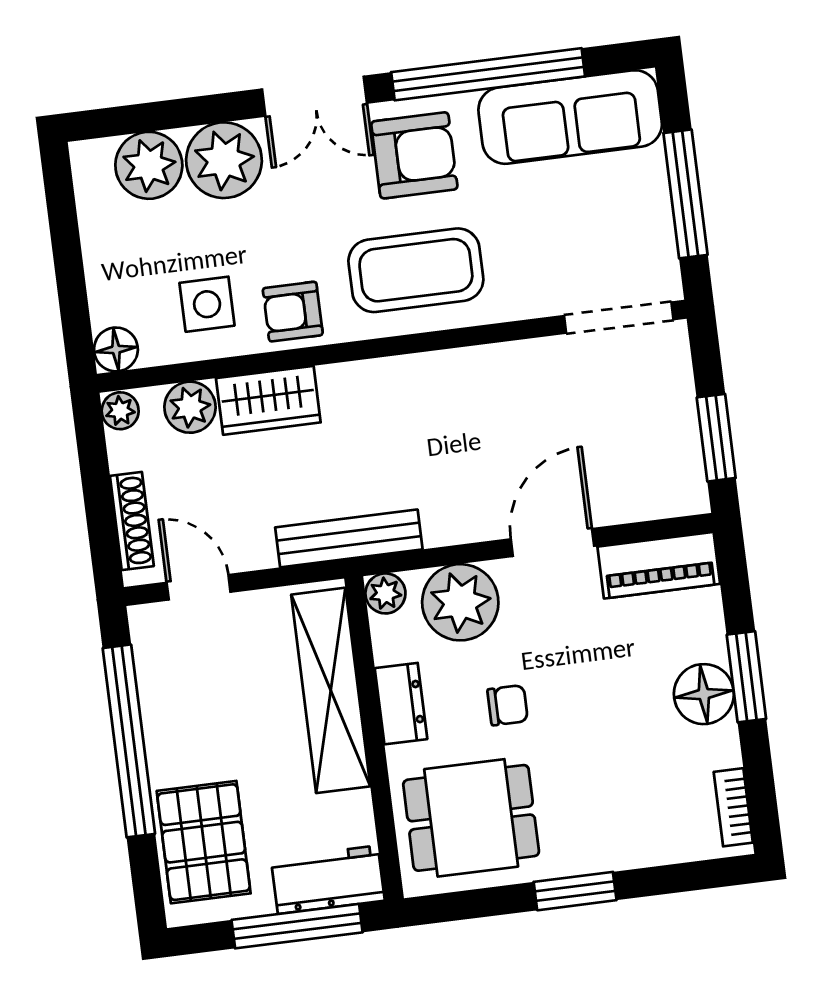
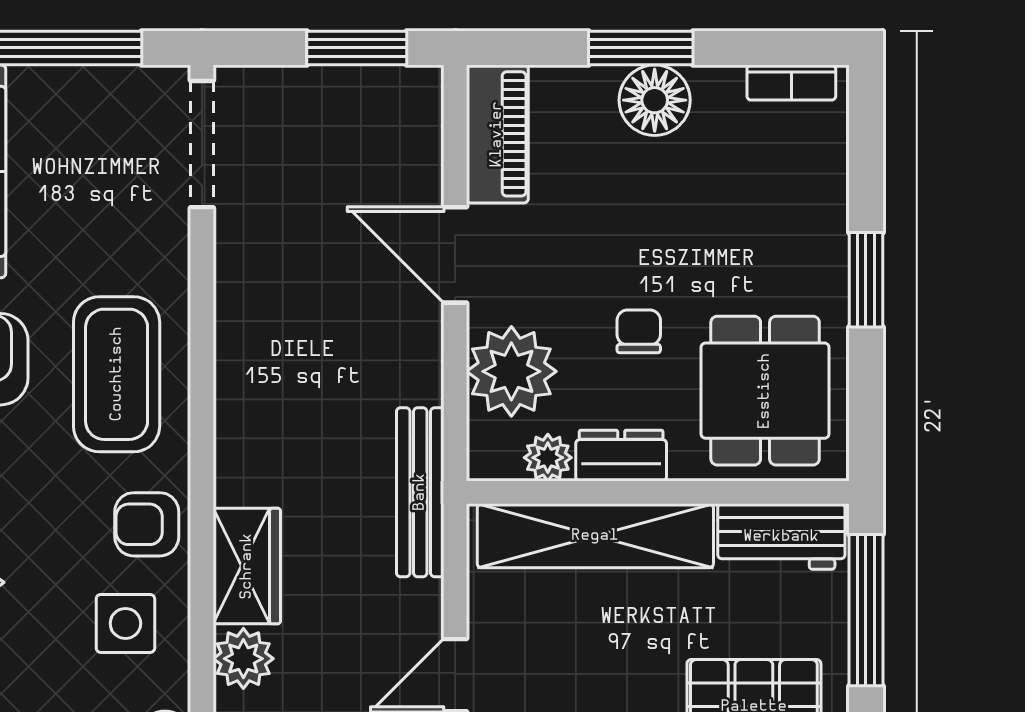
armchair: (293, 312) -> (147, 524), turned 90
plant: (385, 593) -> (548, 458), moved
workbench: (328, 880) -> (781, 537), moved, turned -90

